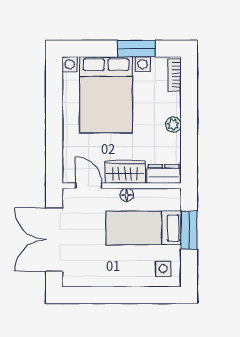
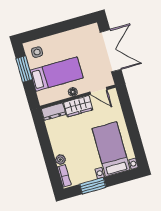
bed with nightstands: (106, 95) -> (111, 149), width x0.73
plant: (173, 124) -> (60, 160), moved
window: (189, 230) -> (24, 69), moved

